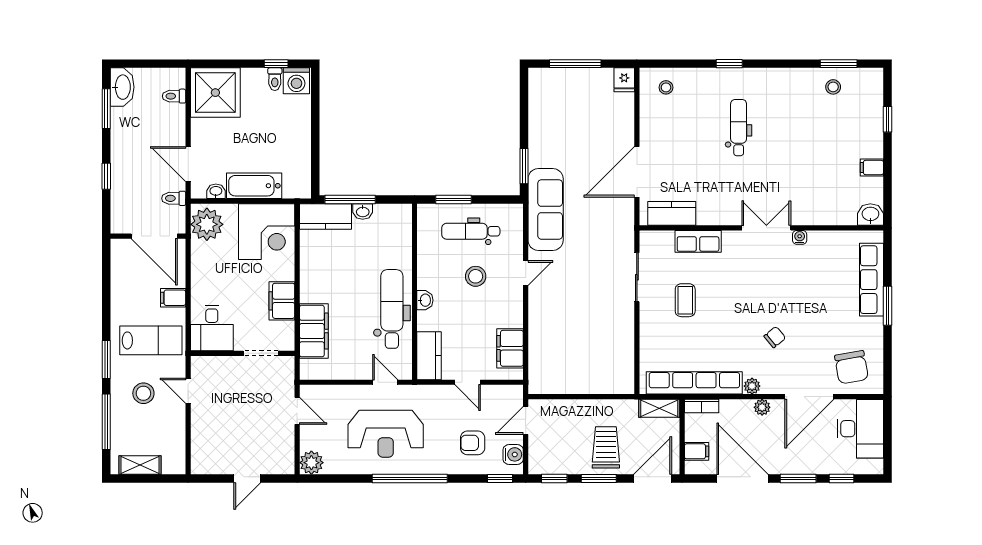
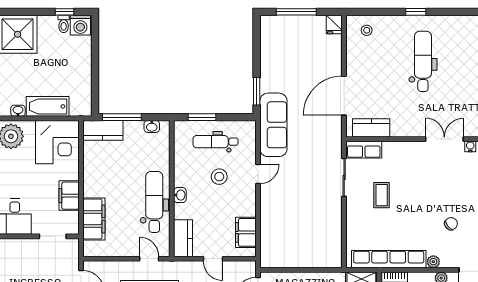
dental chair: (739, 128) -> (423, 61), width x1.36, depth x1.38
washbasin: (363, 211) -> (152, 126), moved
row of seats: (698, 241) -> (364, 150), moved

